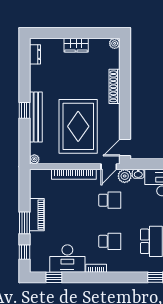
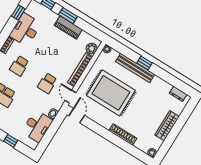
wardrobe: (76, 45) -> (167, 126), width x1.50
plant: (125, 176) -> (92, 49), moved

